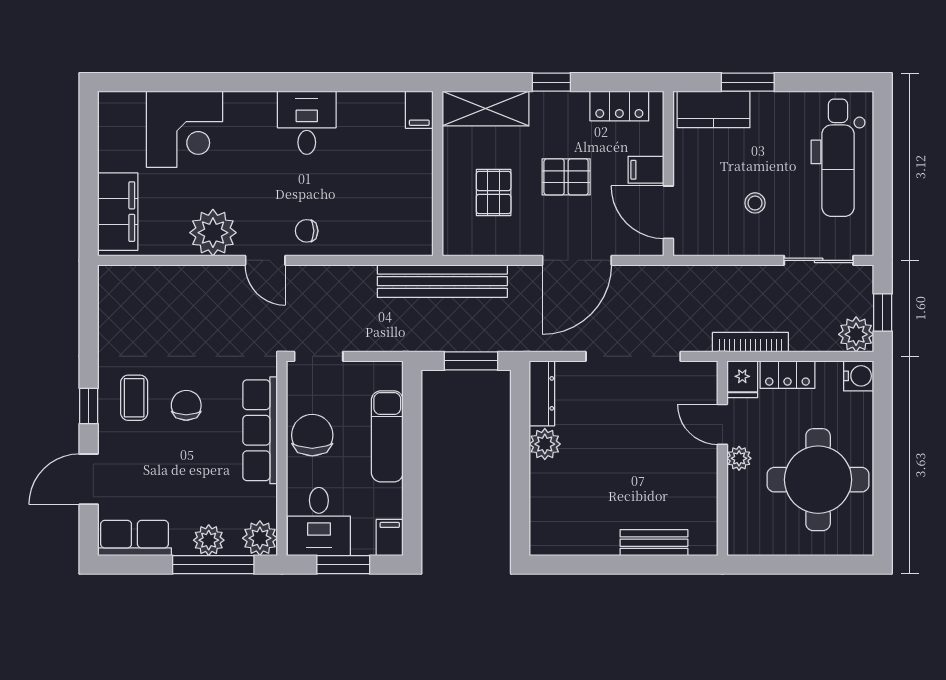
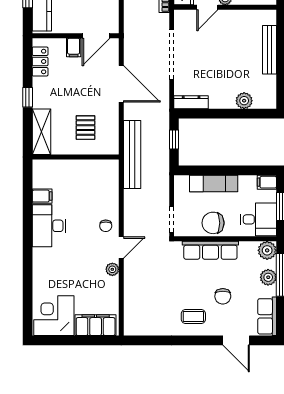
filing cabinet: (419, 110) -> (42, 196), moved
desk: (307, 123) -> (49, 226), width x1.37
corner desk: (185, 129) -> (54, 316), moved, turned -90
pallet: (566, 177) -> (77, 89), removed
pallet: (494, 193) -> (86, 128), turned 90
plant: (213, 233) -> (112, 269), width x0.53, depth x0.53
window: (471, 361) -> (174, 139), width x0.67
chair: (186, 405) -> (223, 296), moved, turned -90
window: (89, 406) -> (198, 340), removed
plant: (545, 444) -> (244, 101), moved
bench: (654, 543) -> (270, 50), width x1.36

